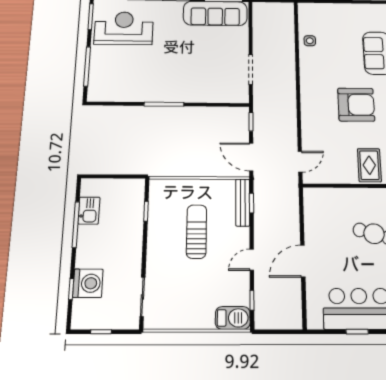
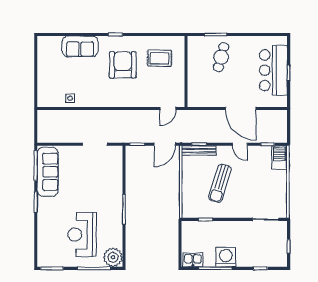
reception desk: (124, 28) -> (82, 235), moved
plant: (100, 90) -> (113, 257), added
door: (300, 162) -> (168, 108), swing flipped
rug: (369, 165) -> (159, 58), moved
kitchen sink: (89, 211) -> (193, 260), moved
sun lounger: (196, 231) -> (220, 183), turned -73
door: (303, 261) -> (241, 108), width x1.36
washing machine: (88, 283) -> (226, 257), moved

